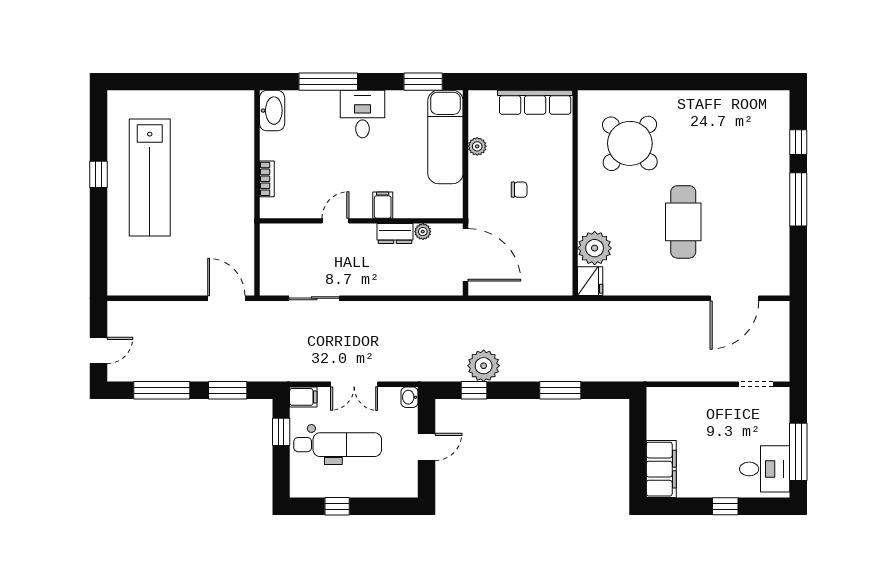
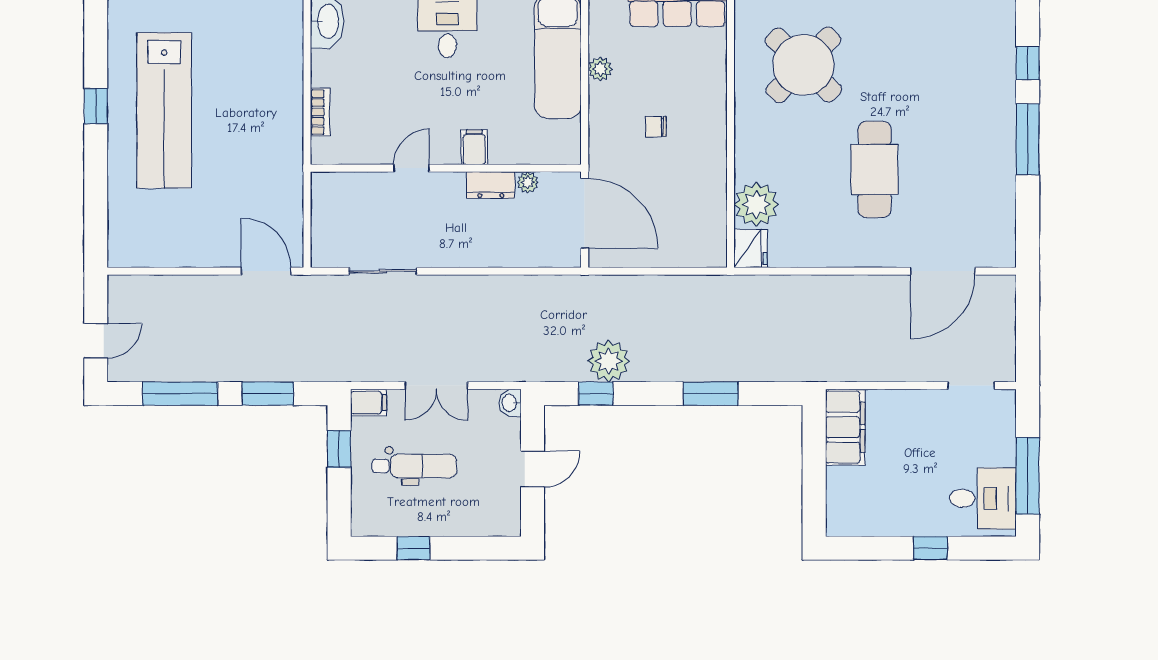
chair: (519, 190) -> (656, 127), turned 180
dental chair: (338, 445) -> (414, 466), width x0.73, depth x0.72
filing cabinet: (661, 469) -> (845, 427), moved

